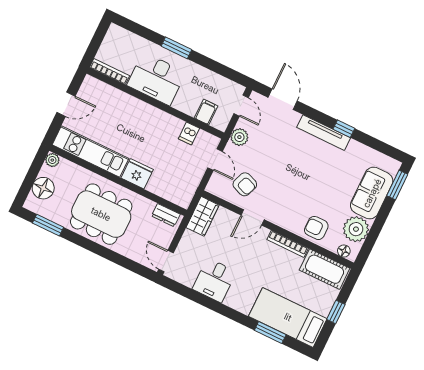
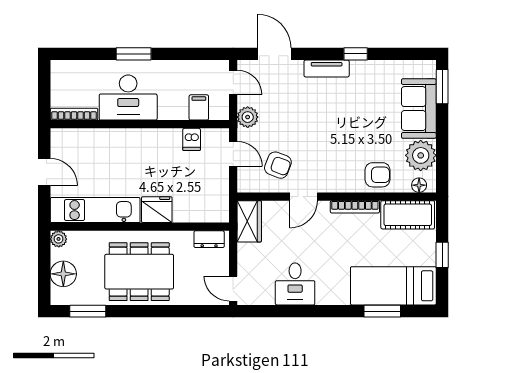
door: (66, 104) -> (44, 172), hinge flipped
tv unit: (324, 133) -> (327, 68), width x0.71
armchair: (316, 228) -> (377, 175), turned 180

